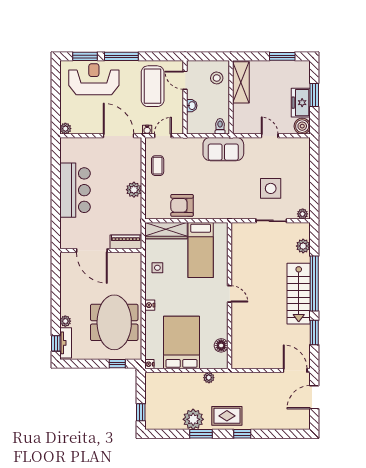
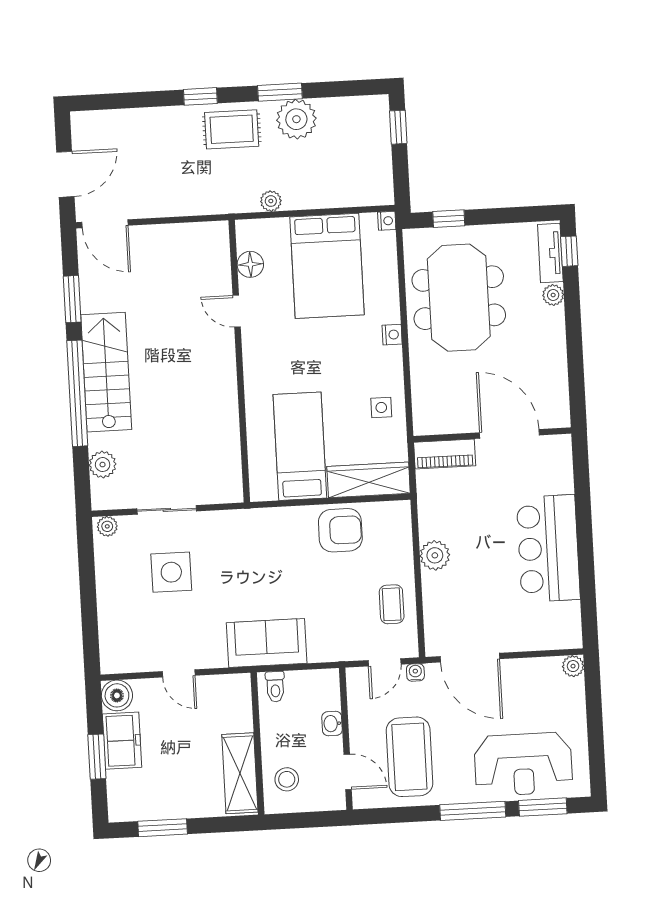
door: (230, 294) -> (237, 311), moved

